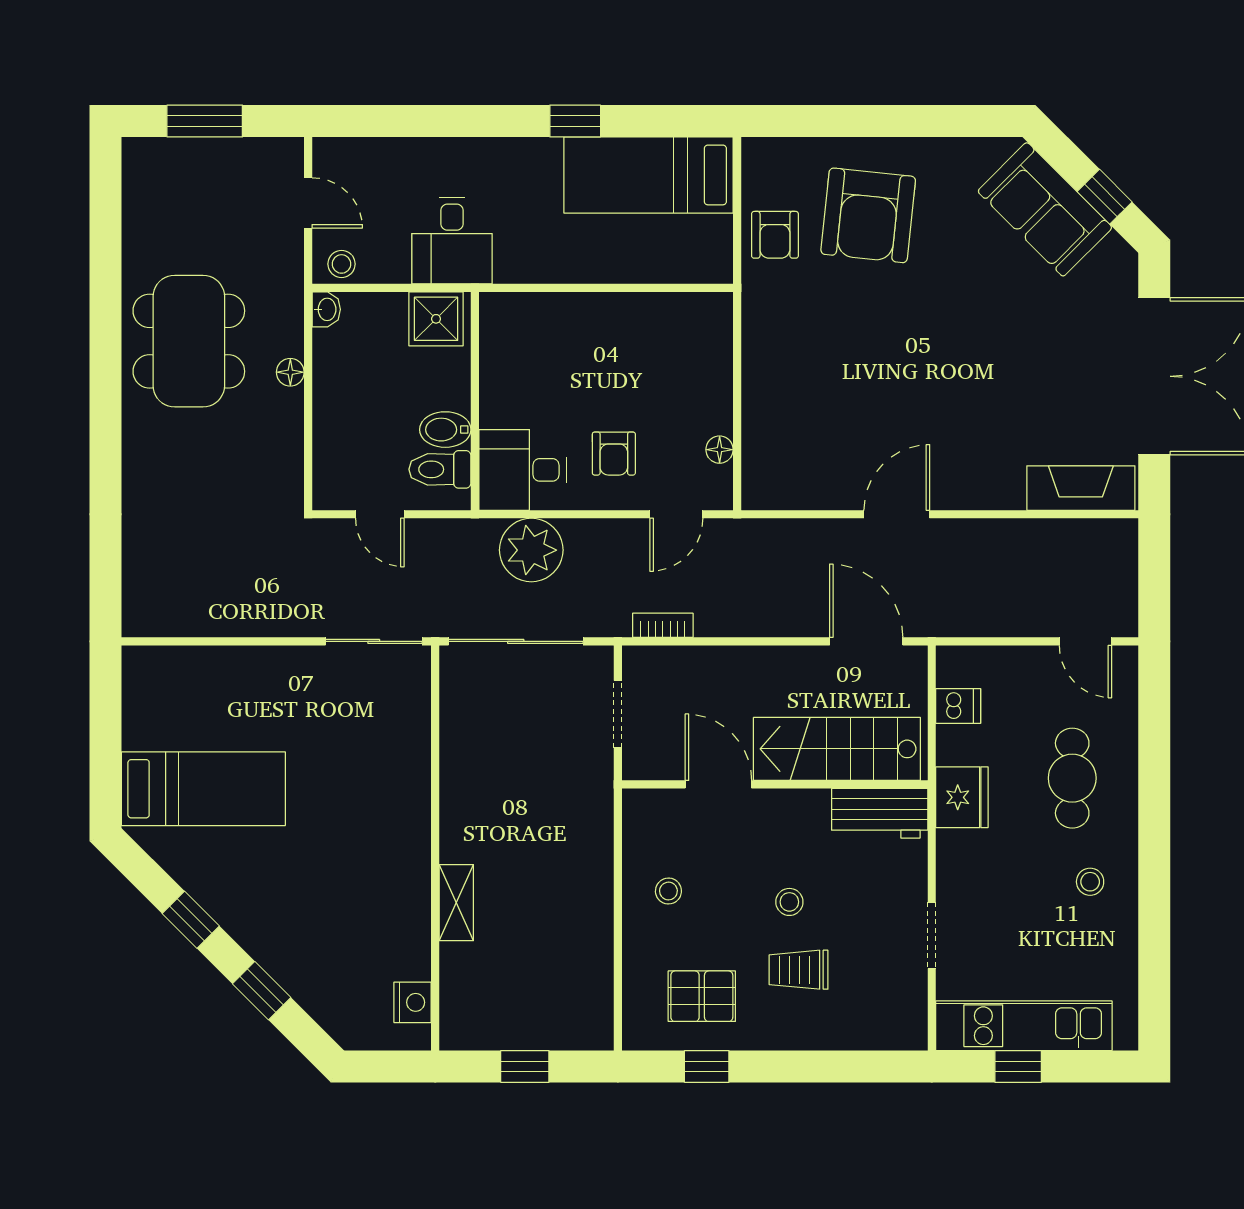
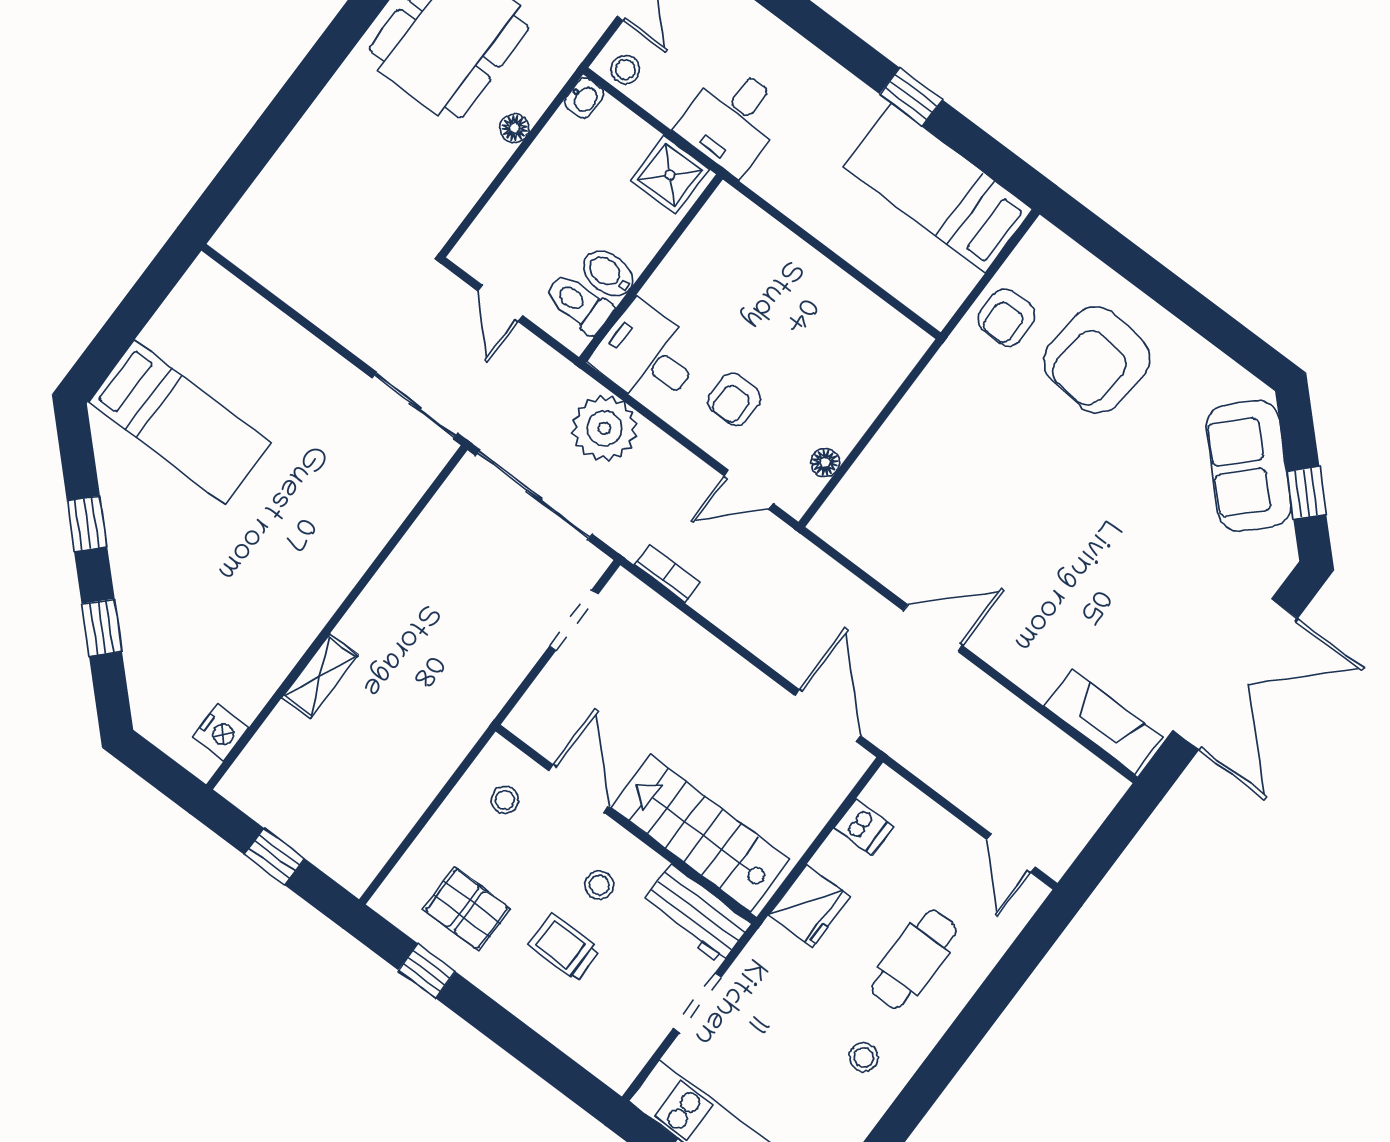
stairs: (837, 749) -> (700, 833), moved
door: (718, 784) -> (579, 789), moved
wall: (775, 784) -> (626, 824), moved
workbench: (880, 813) -> (696, 914), moved

